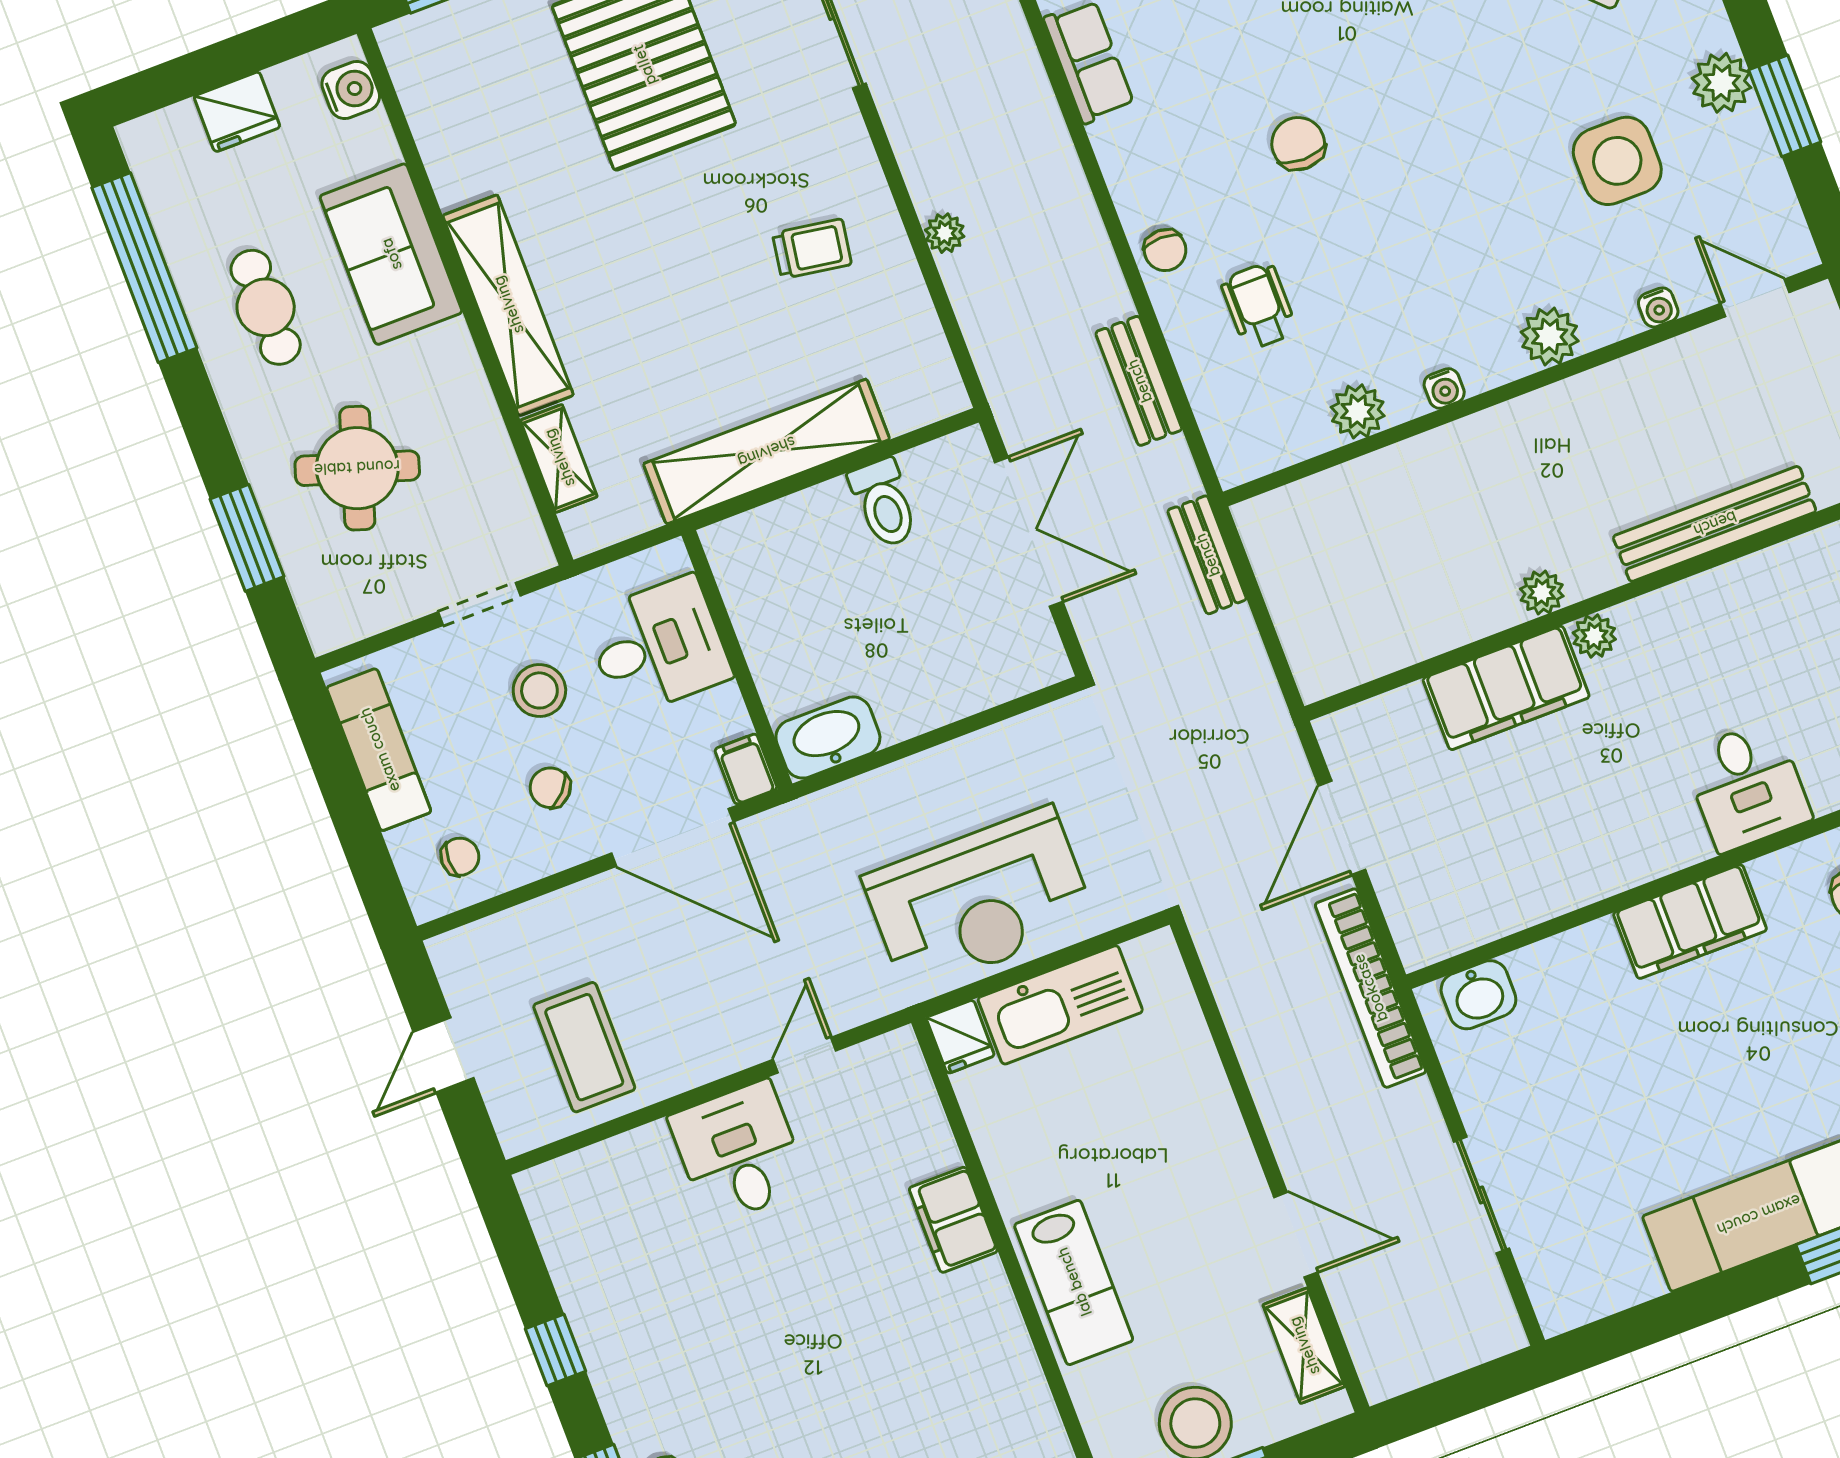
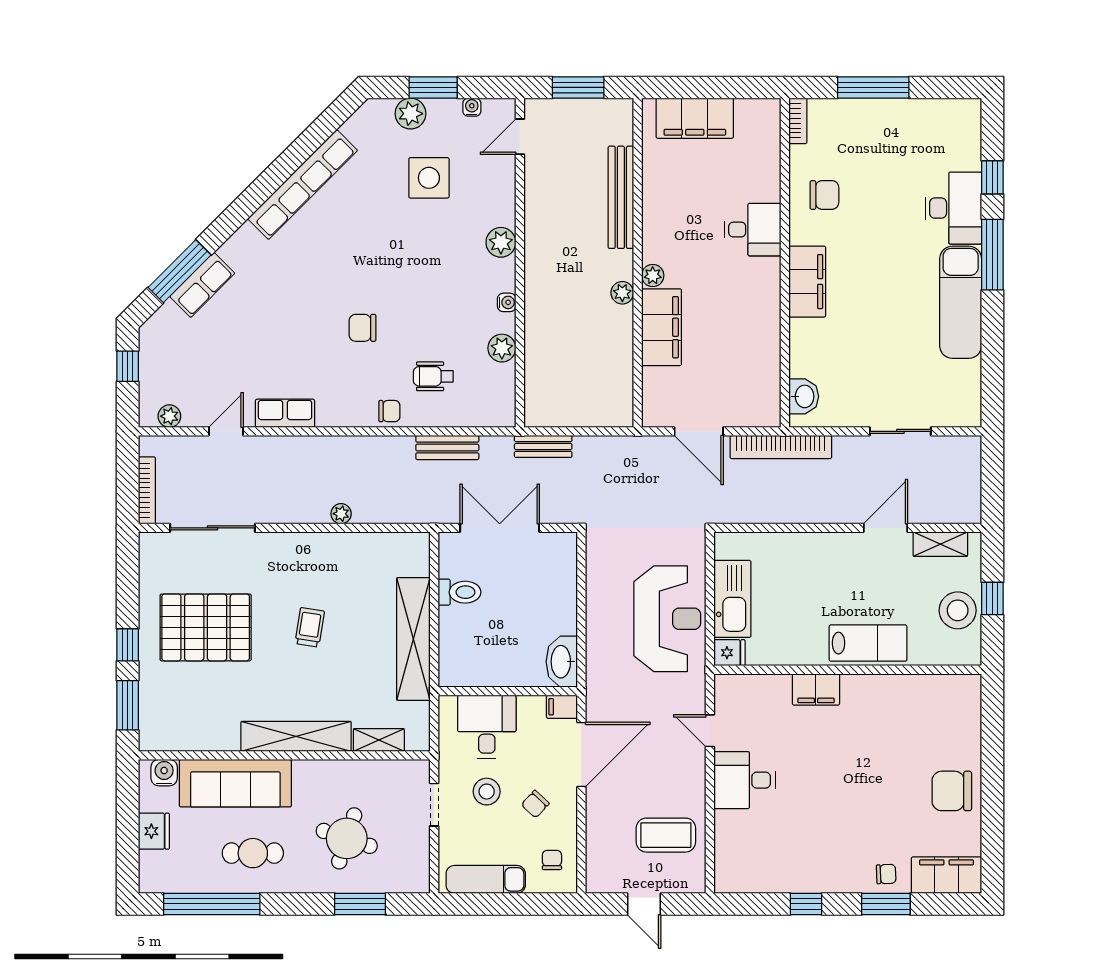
trolley: (812, 249) -> (310, 627), moved
sofa: (391, 254) -> (235, 783), width x1.36
water cooler: (1658, 307) -> (472, 107), moved, turned -90

